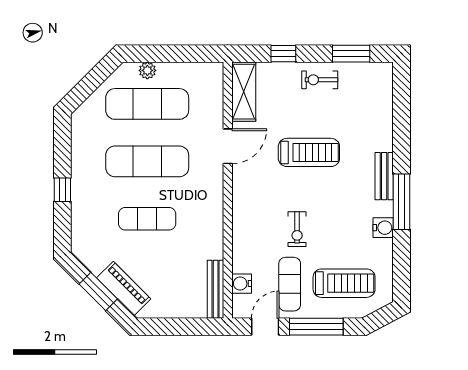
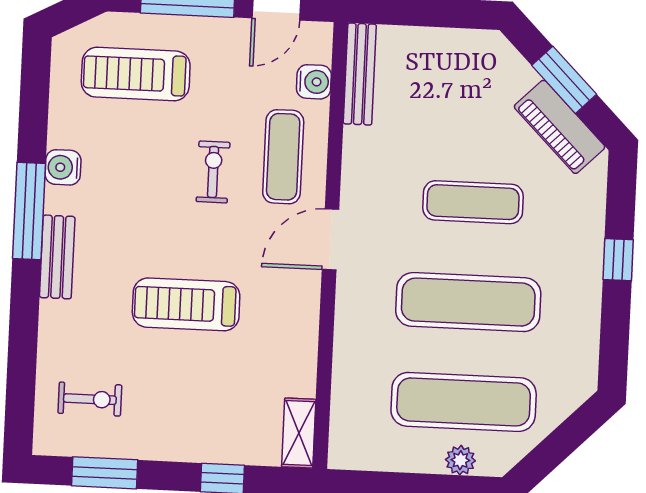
exercise bike: (320, 80) -> (90, 399), moved
shelving: (244, 92) -> (299, 433), width x0.67, depth x0.75
door: (228, 146) -> (331, 239), moved
exercise mat: (290, 284) -> (283, 157), moved
piano: (124, 288) -> (560, 127), moved

